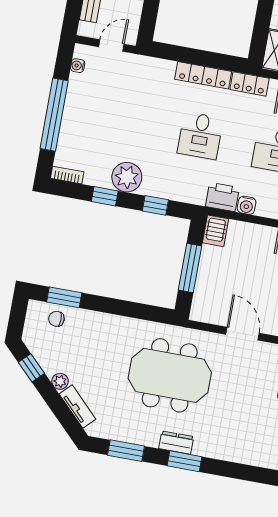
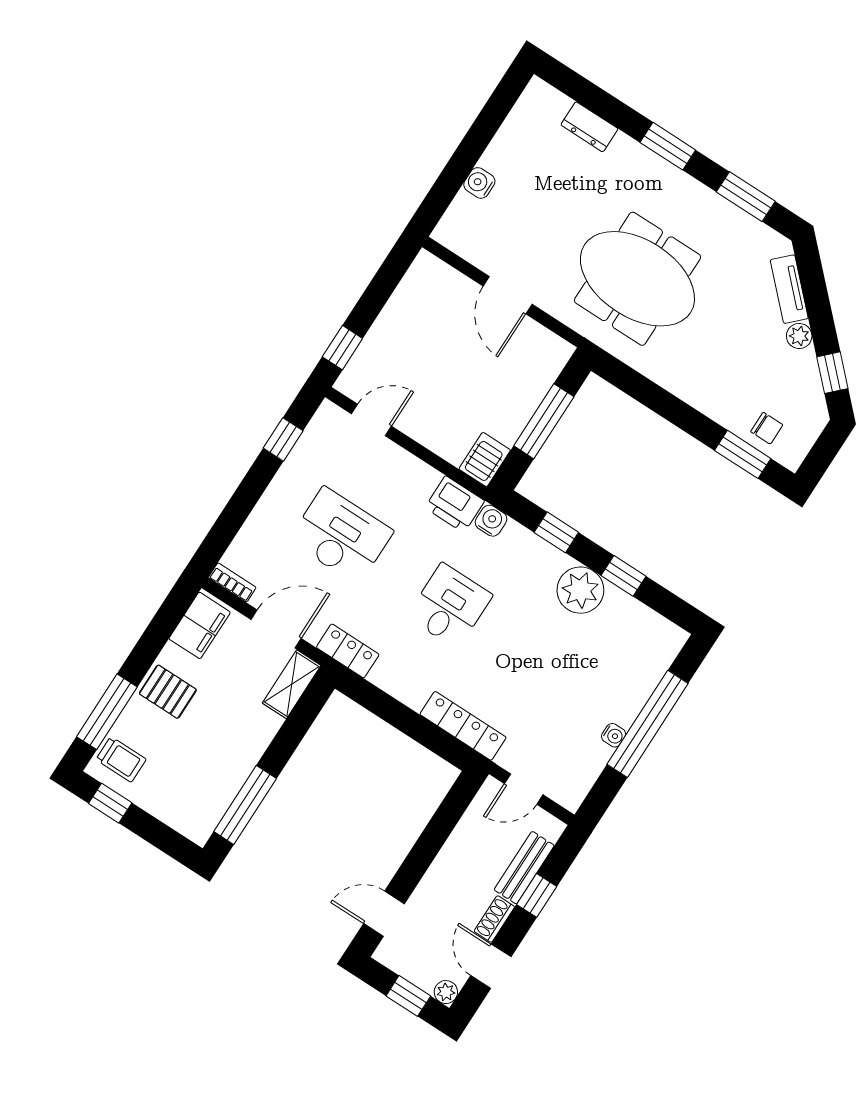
water cooler: (78, 66) -> (614, 735), moved
locker: (203, 75) -> (463, 726), moved
bookcase: (67, 175) -> (665, 629), removed
water cooler: (247, 205) -> (491, 521), moved
dresser: (176, 443) -> (589, 127), moved

